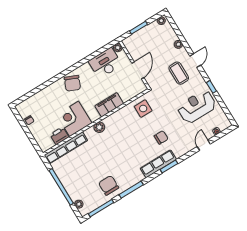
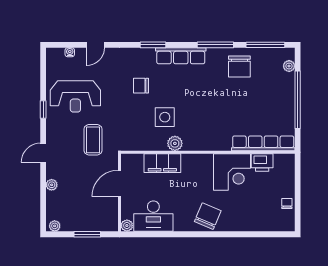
coffee table: (179, 73) -> (93, 140), moved
filing cabinet: (109, 105) -> (162, 163), moved
side table: (143, 109) -> (165, 117), moved
plant: (99, 127) -> (175, 143), moved
row of seats: (158, 164) -> (181, 56), moved

